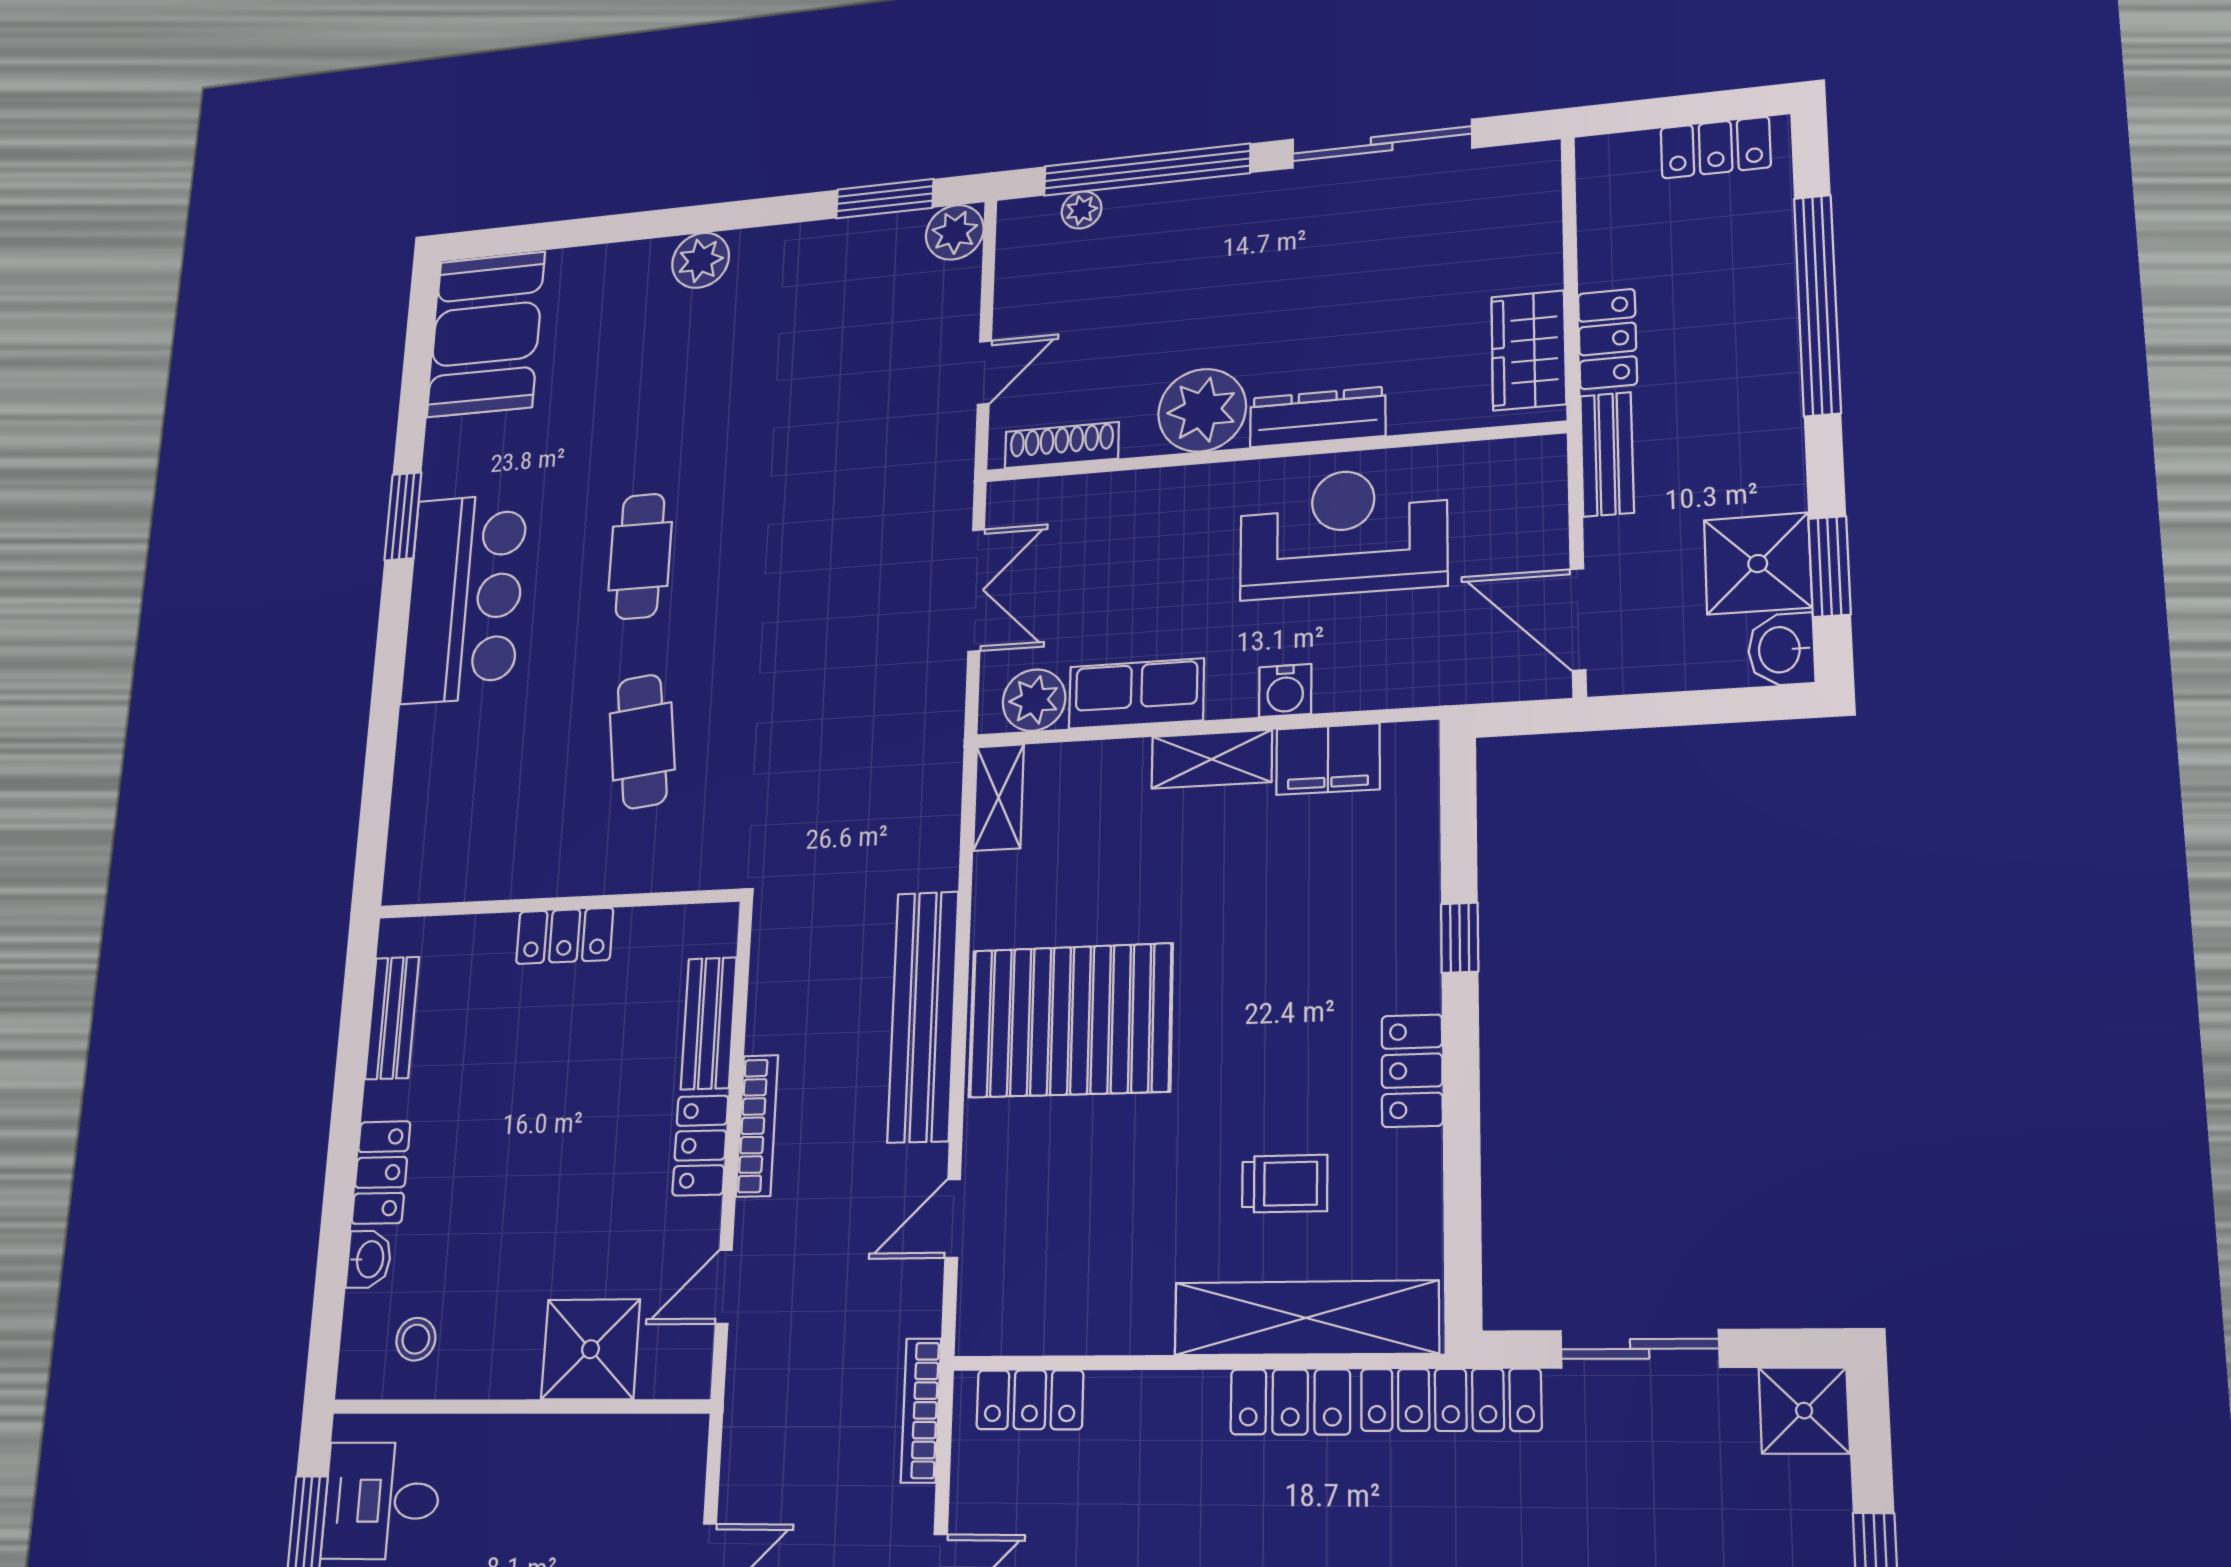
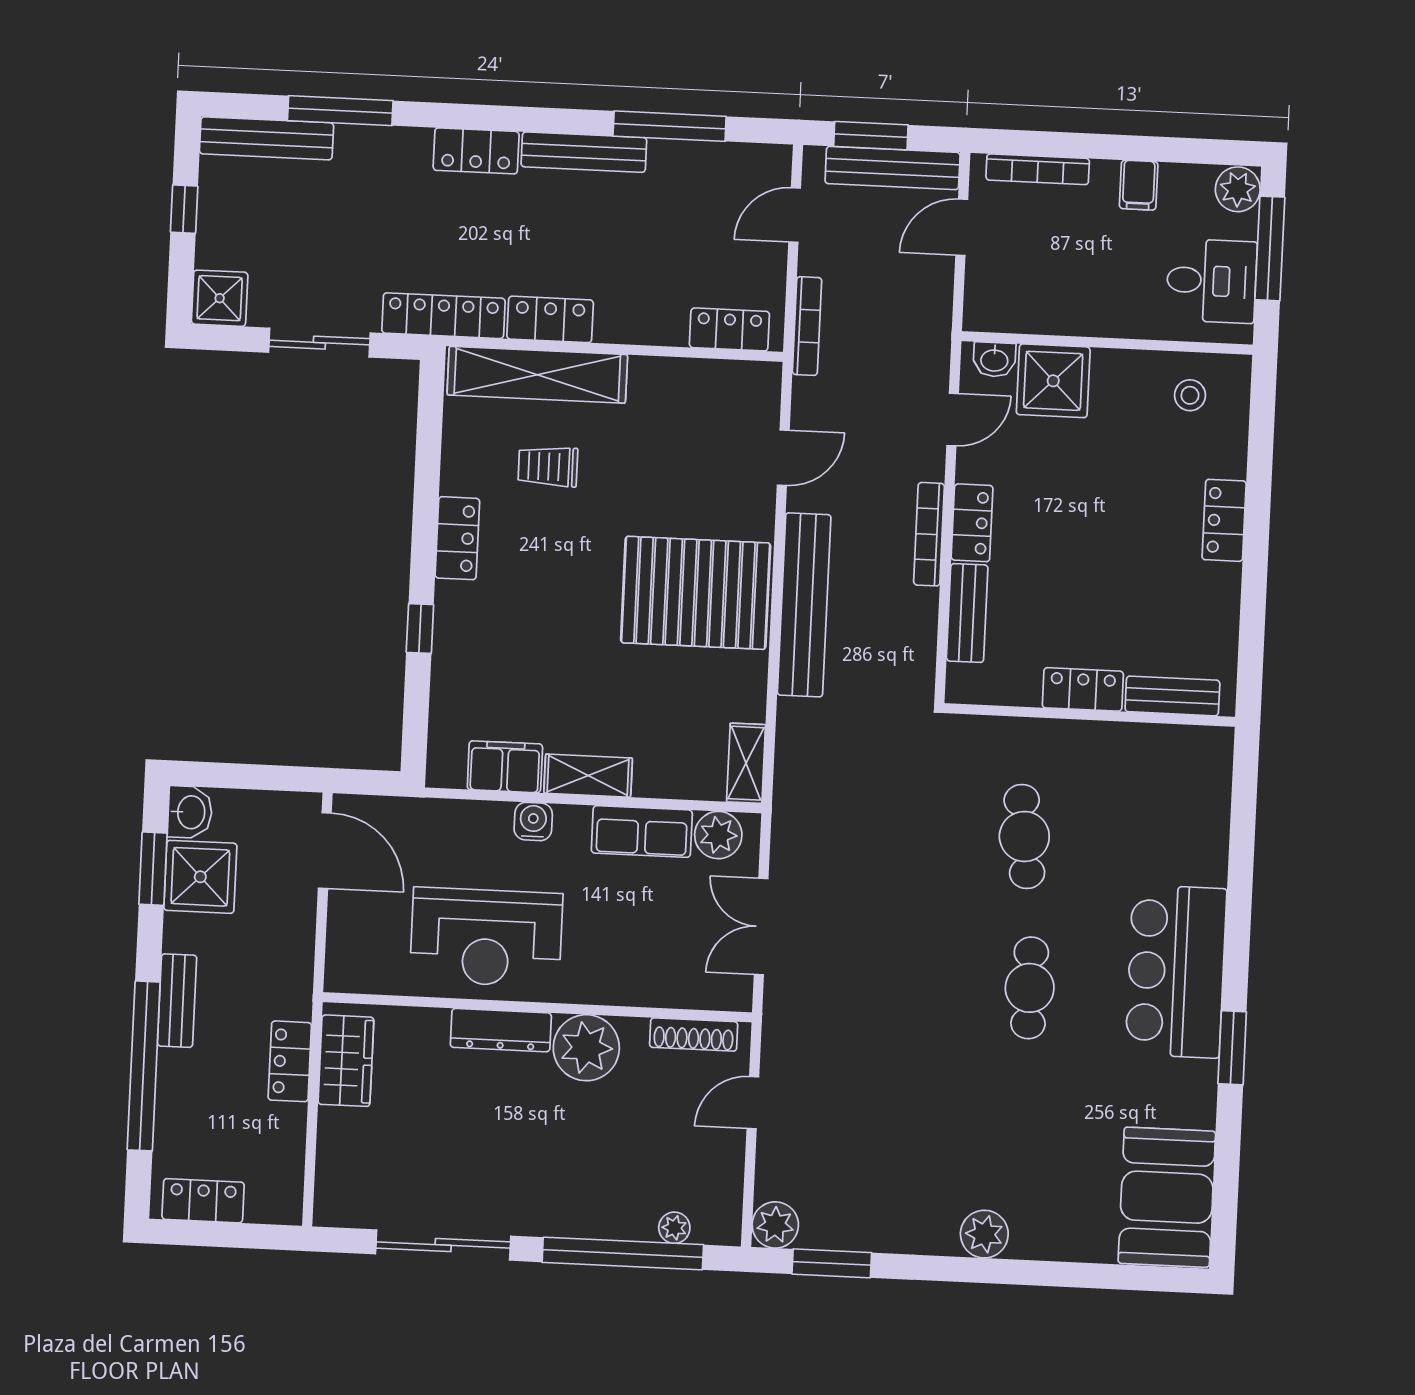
bench: (1607, 454) -> (177, 1001), moved
bench: (392, 1018) -> (1172, 696), moved, turned 90
washbasin: (369, 1259) -> (994, 360), moved, turned -90

